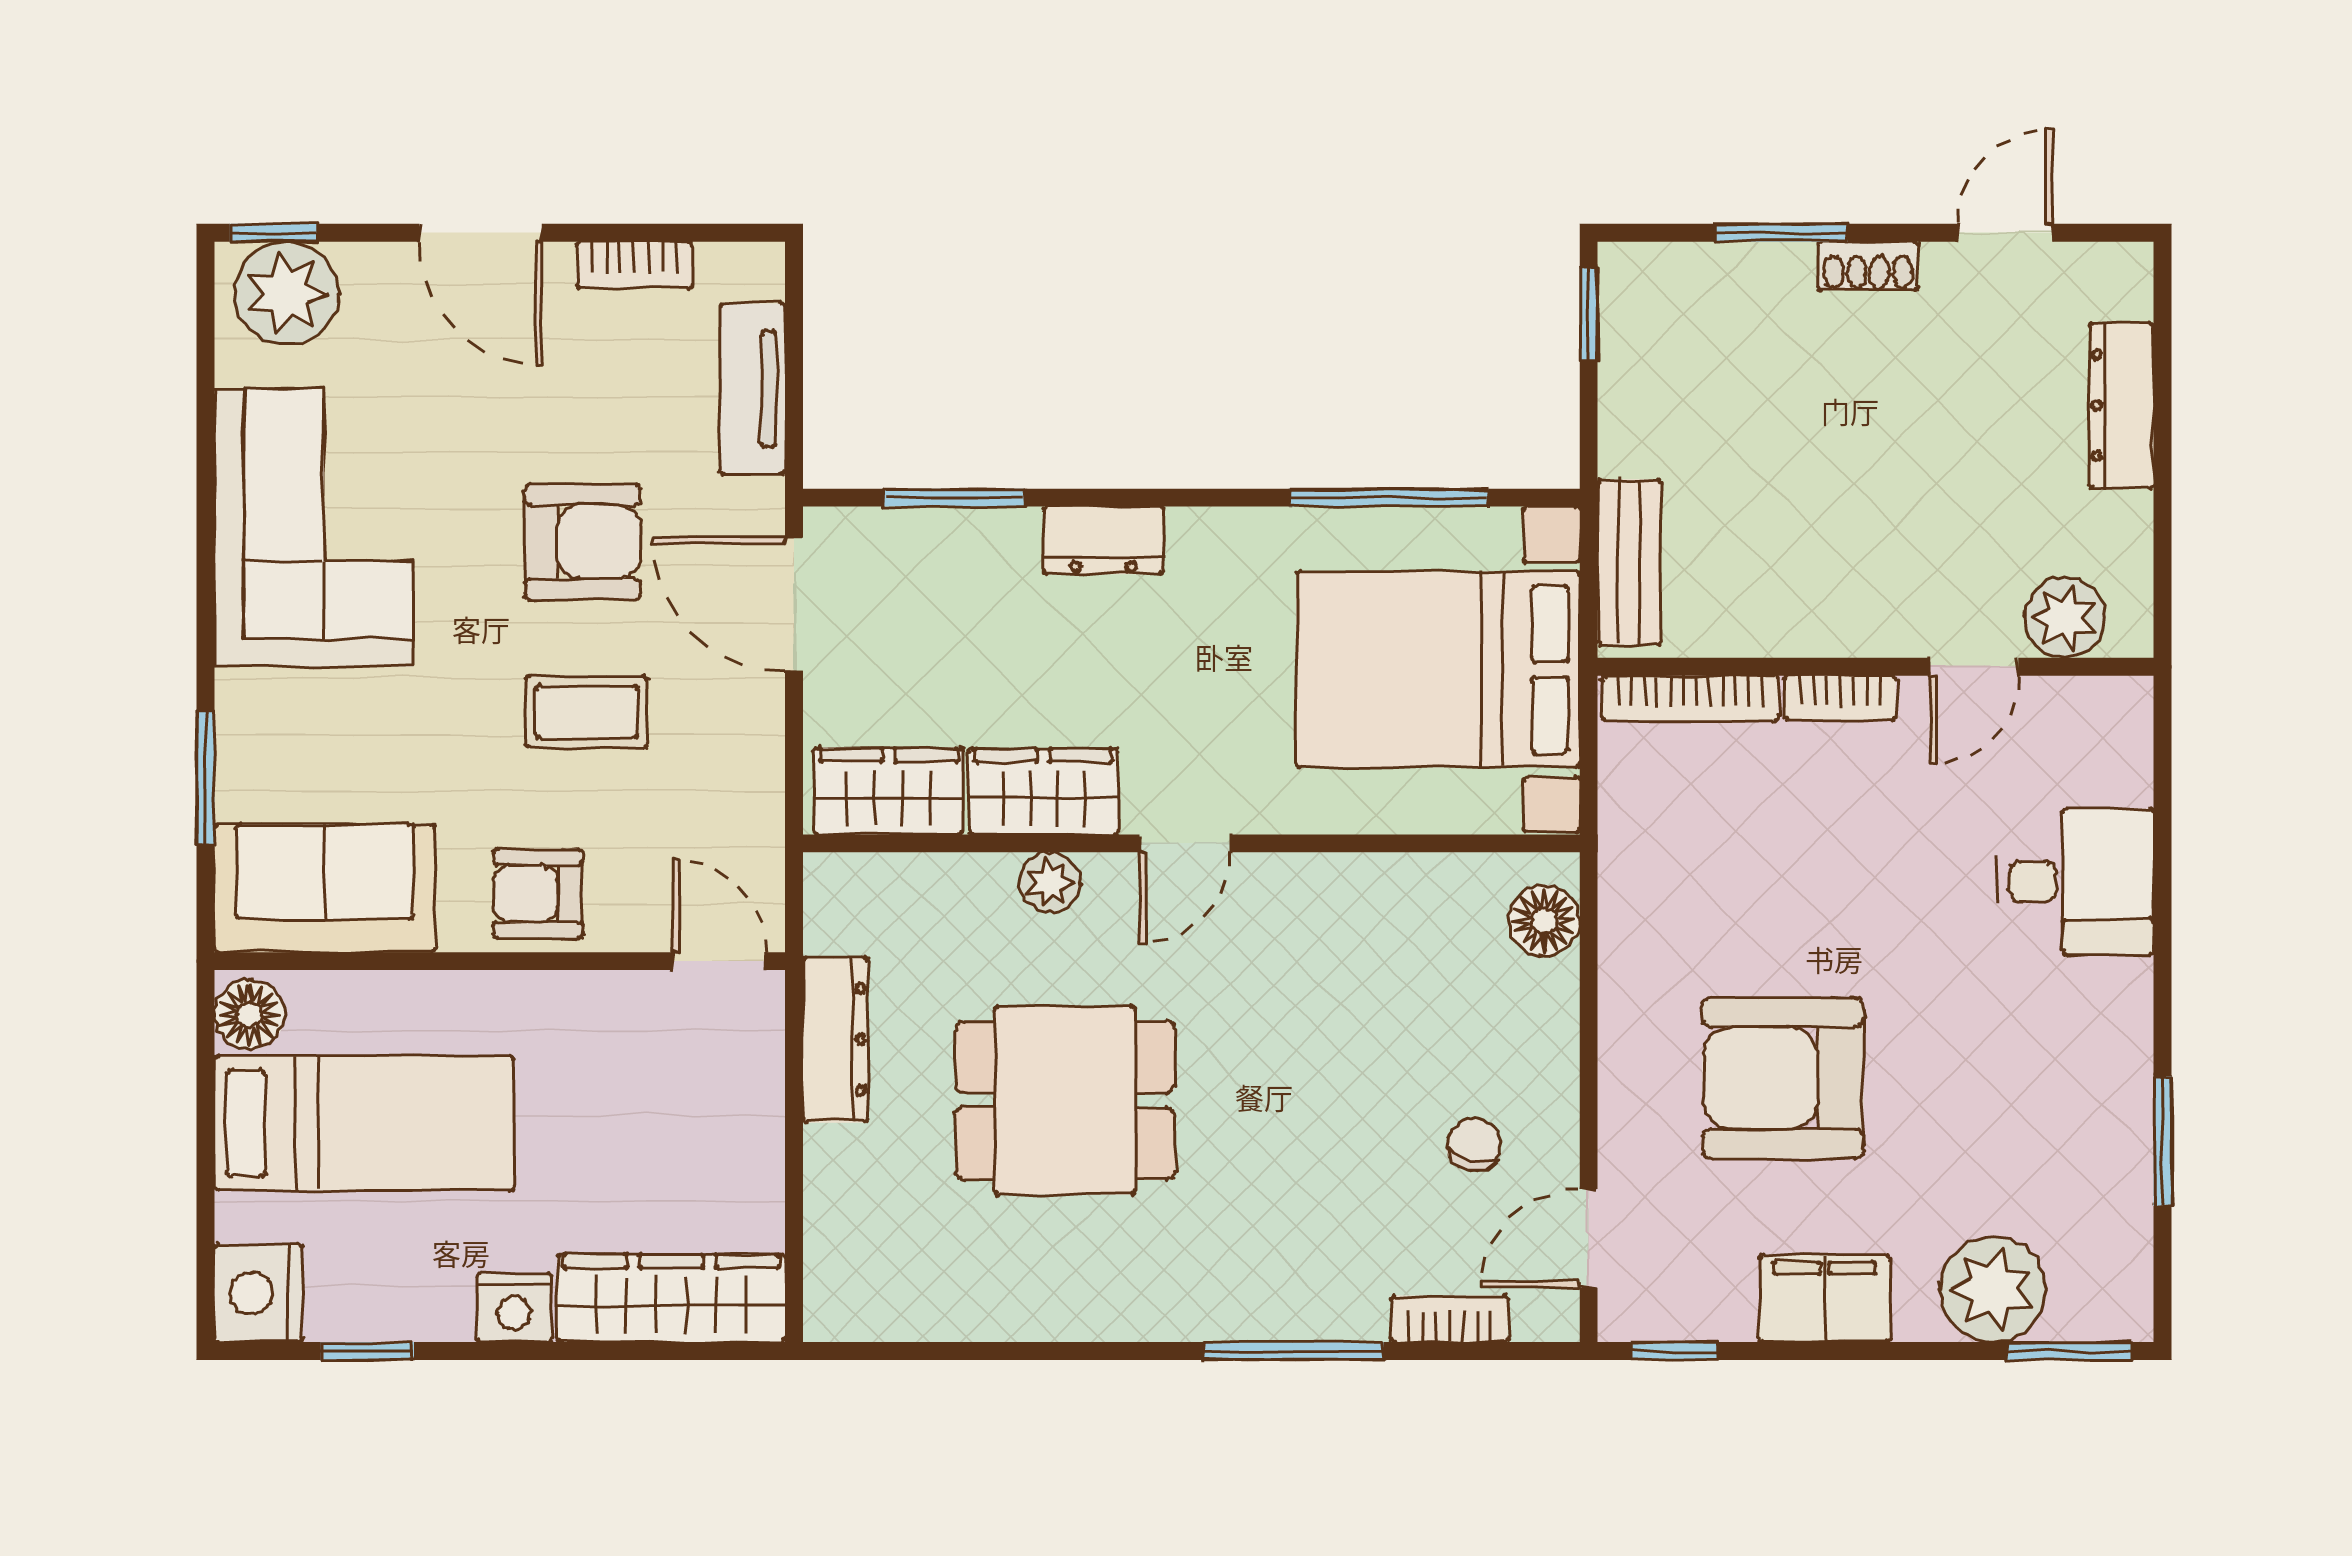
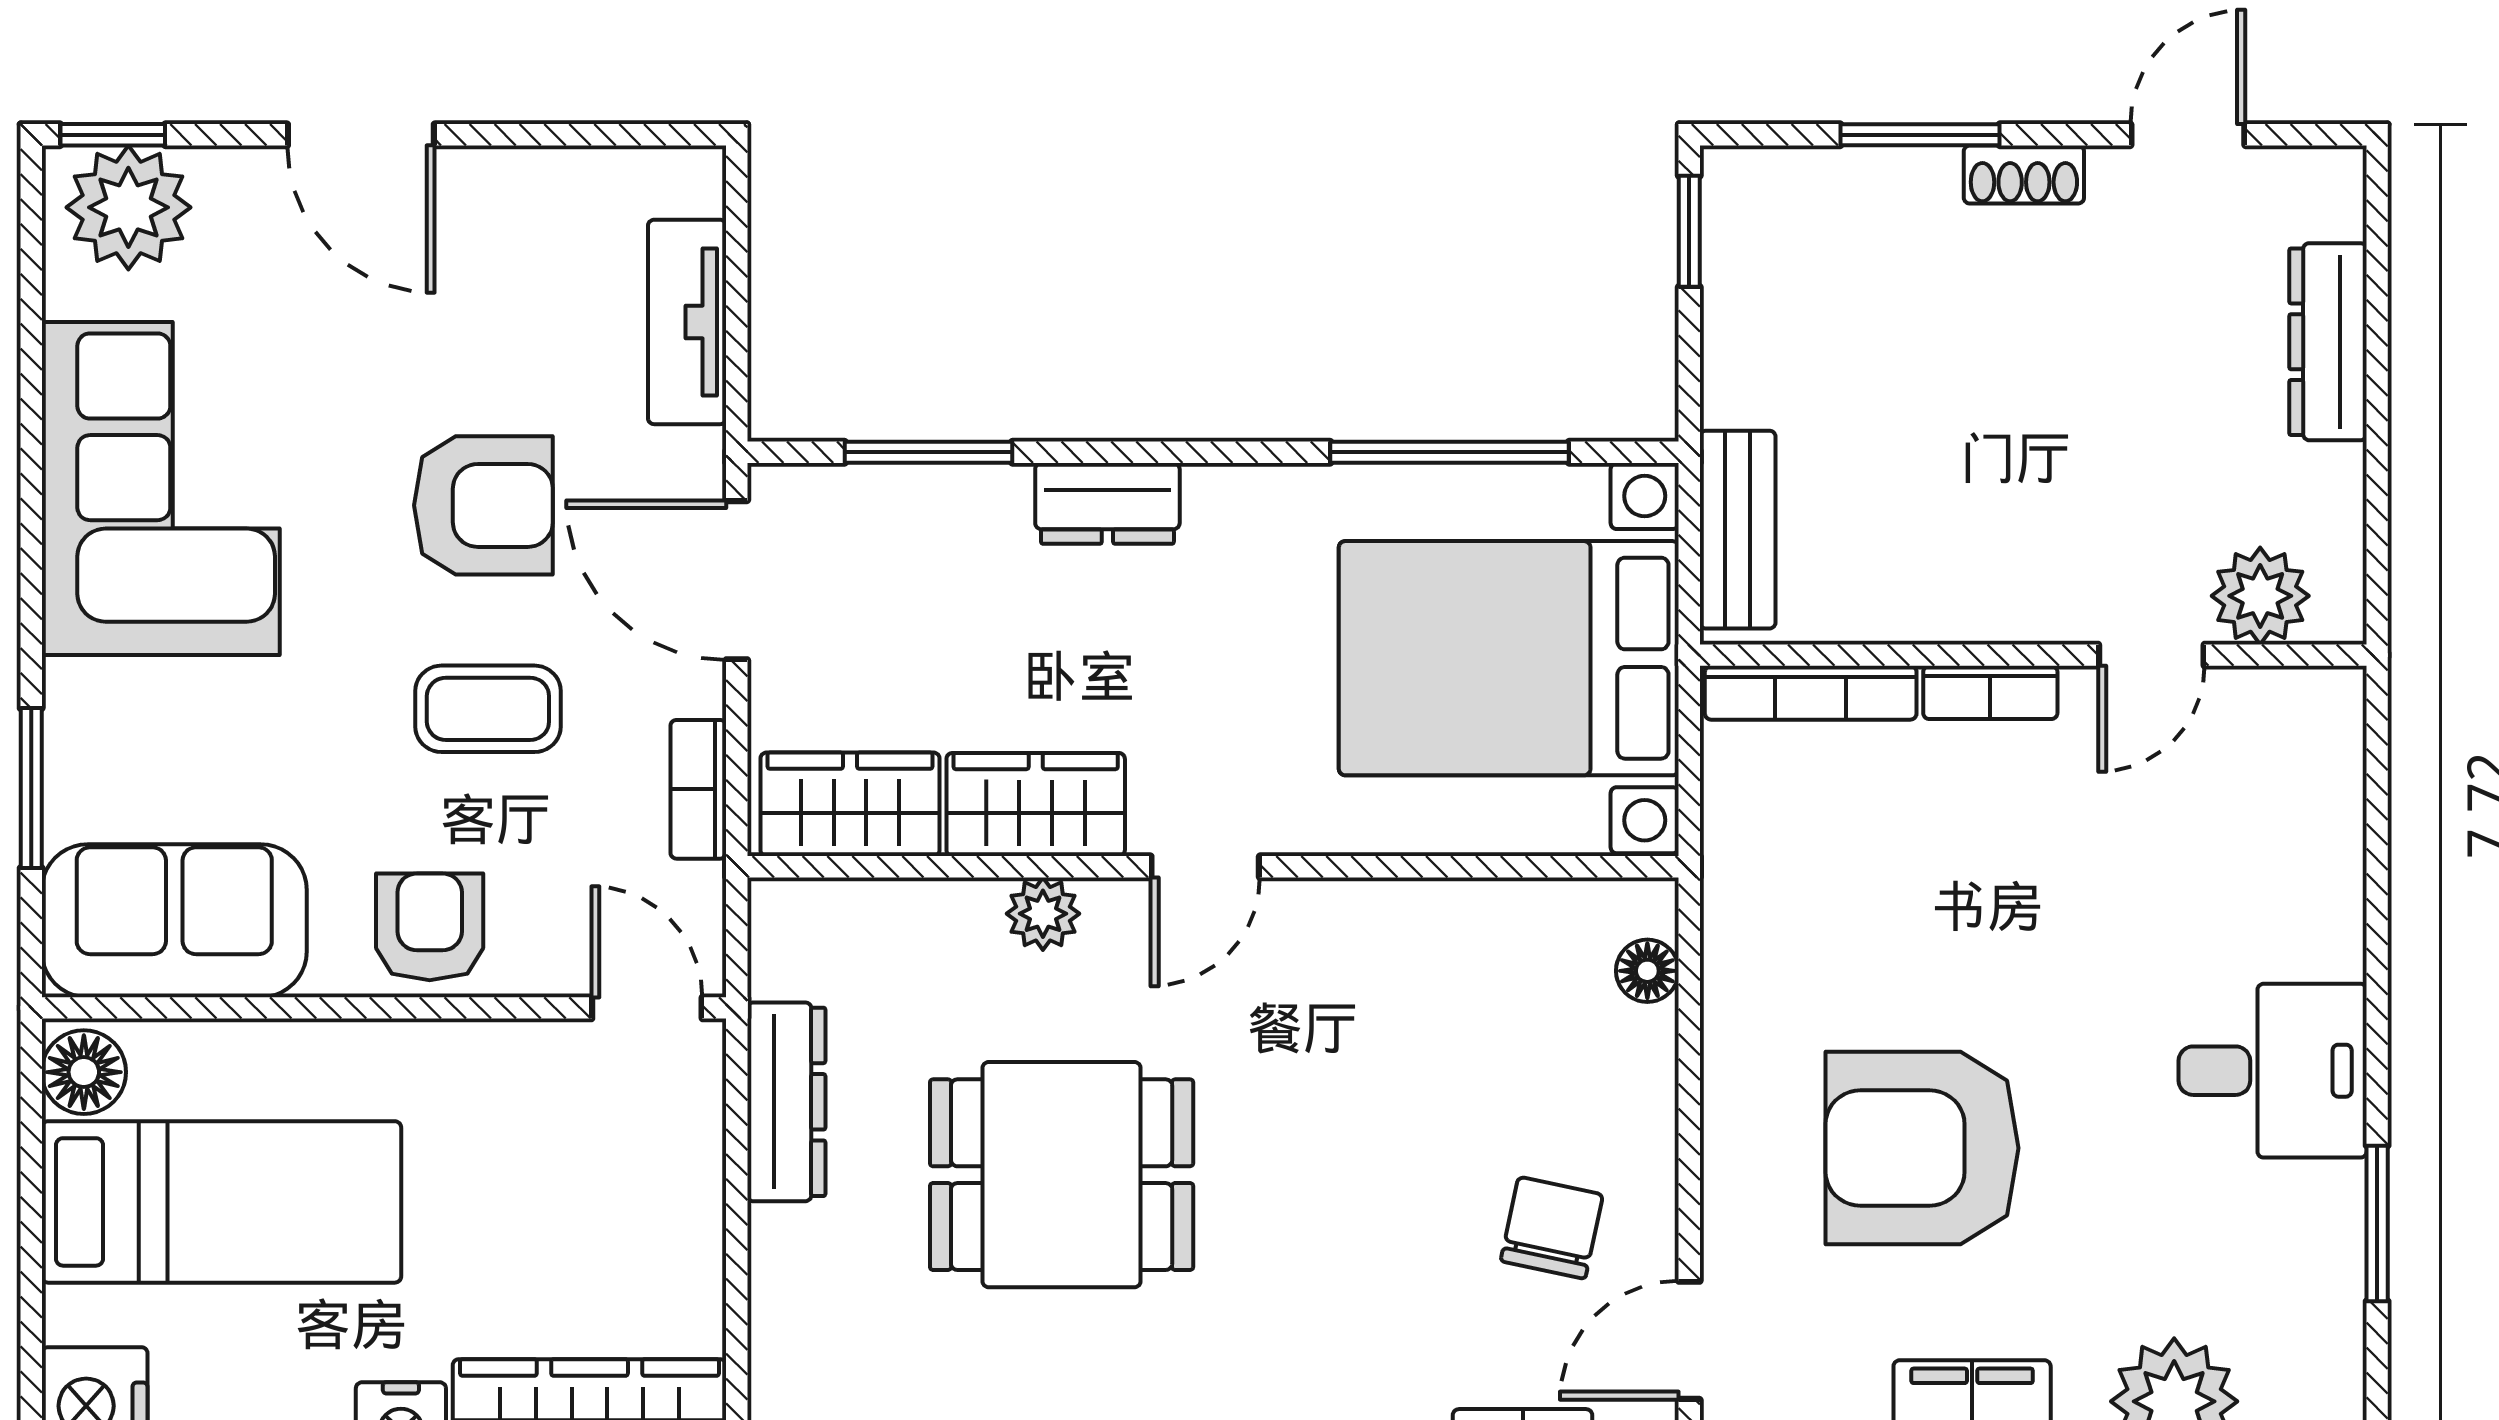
bookcase: (634, 265) -> (698, 789), moved, turned 90
desk: (2075, 882) -> (2273, 1071), moved
armchair: (538, 894) -> (430, 927), turned 90
floor lamp: (1544, 920) -> (1647, 971), width x0.73, depth x0.73
chair: (1474, 1145) -> (1552, 1228), width x1.37, depth x1.37

